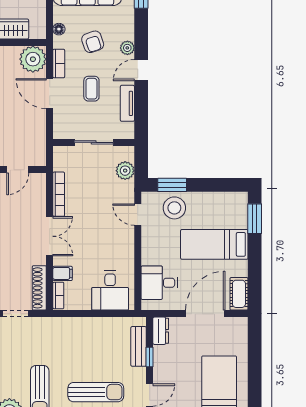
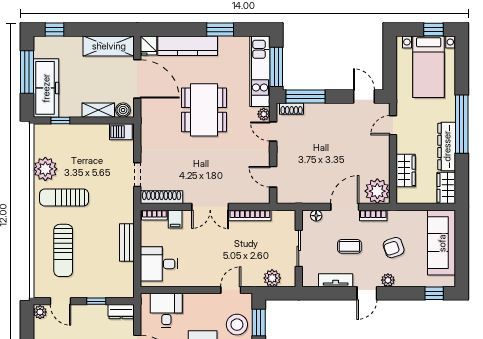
floor lamp: (59, 29) -> (316, 216), moved
door: (141, 70) -> (367, 293), swing flipped
bench: (139, 346) -> (127, 243), moved, turned 90

